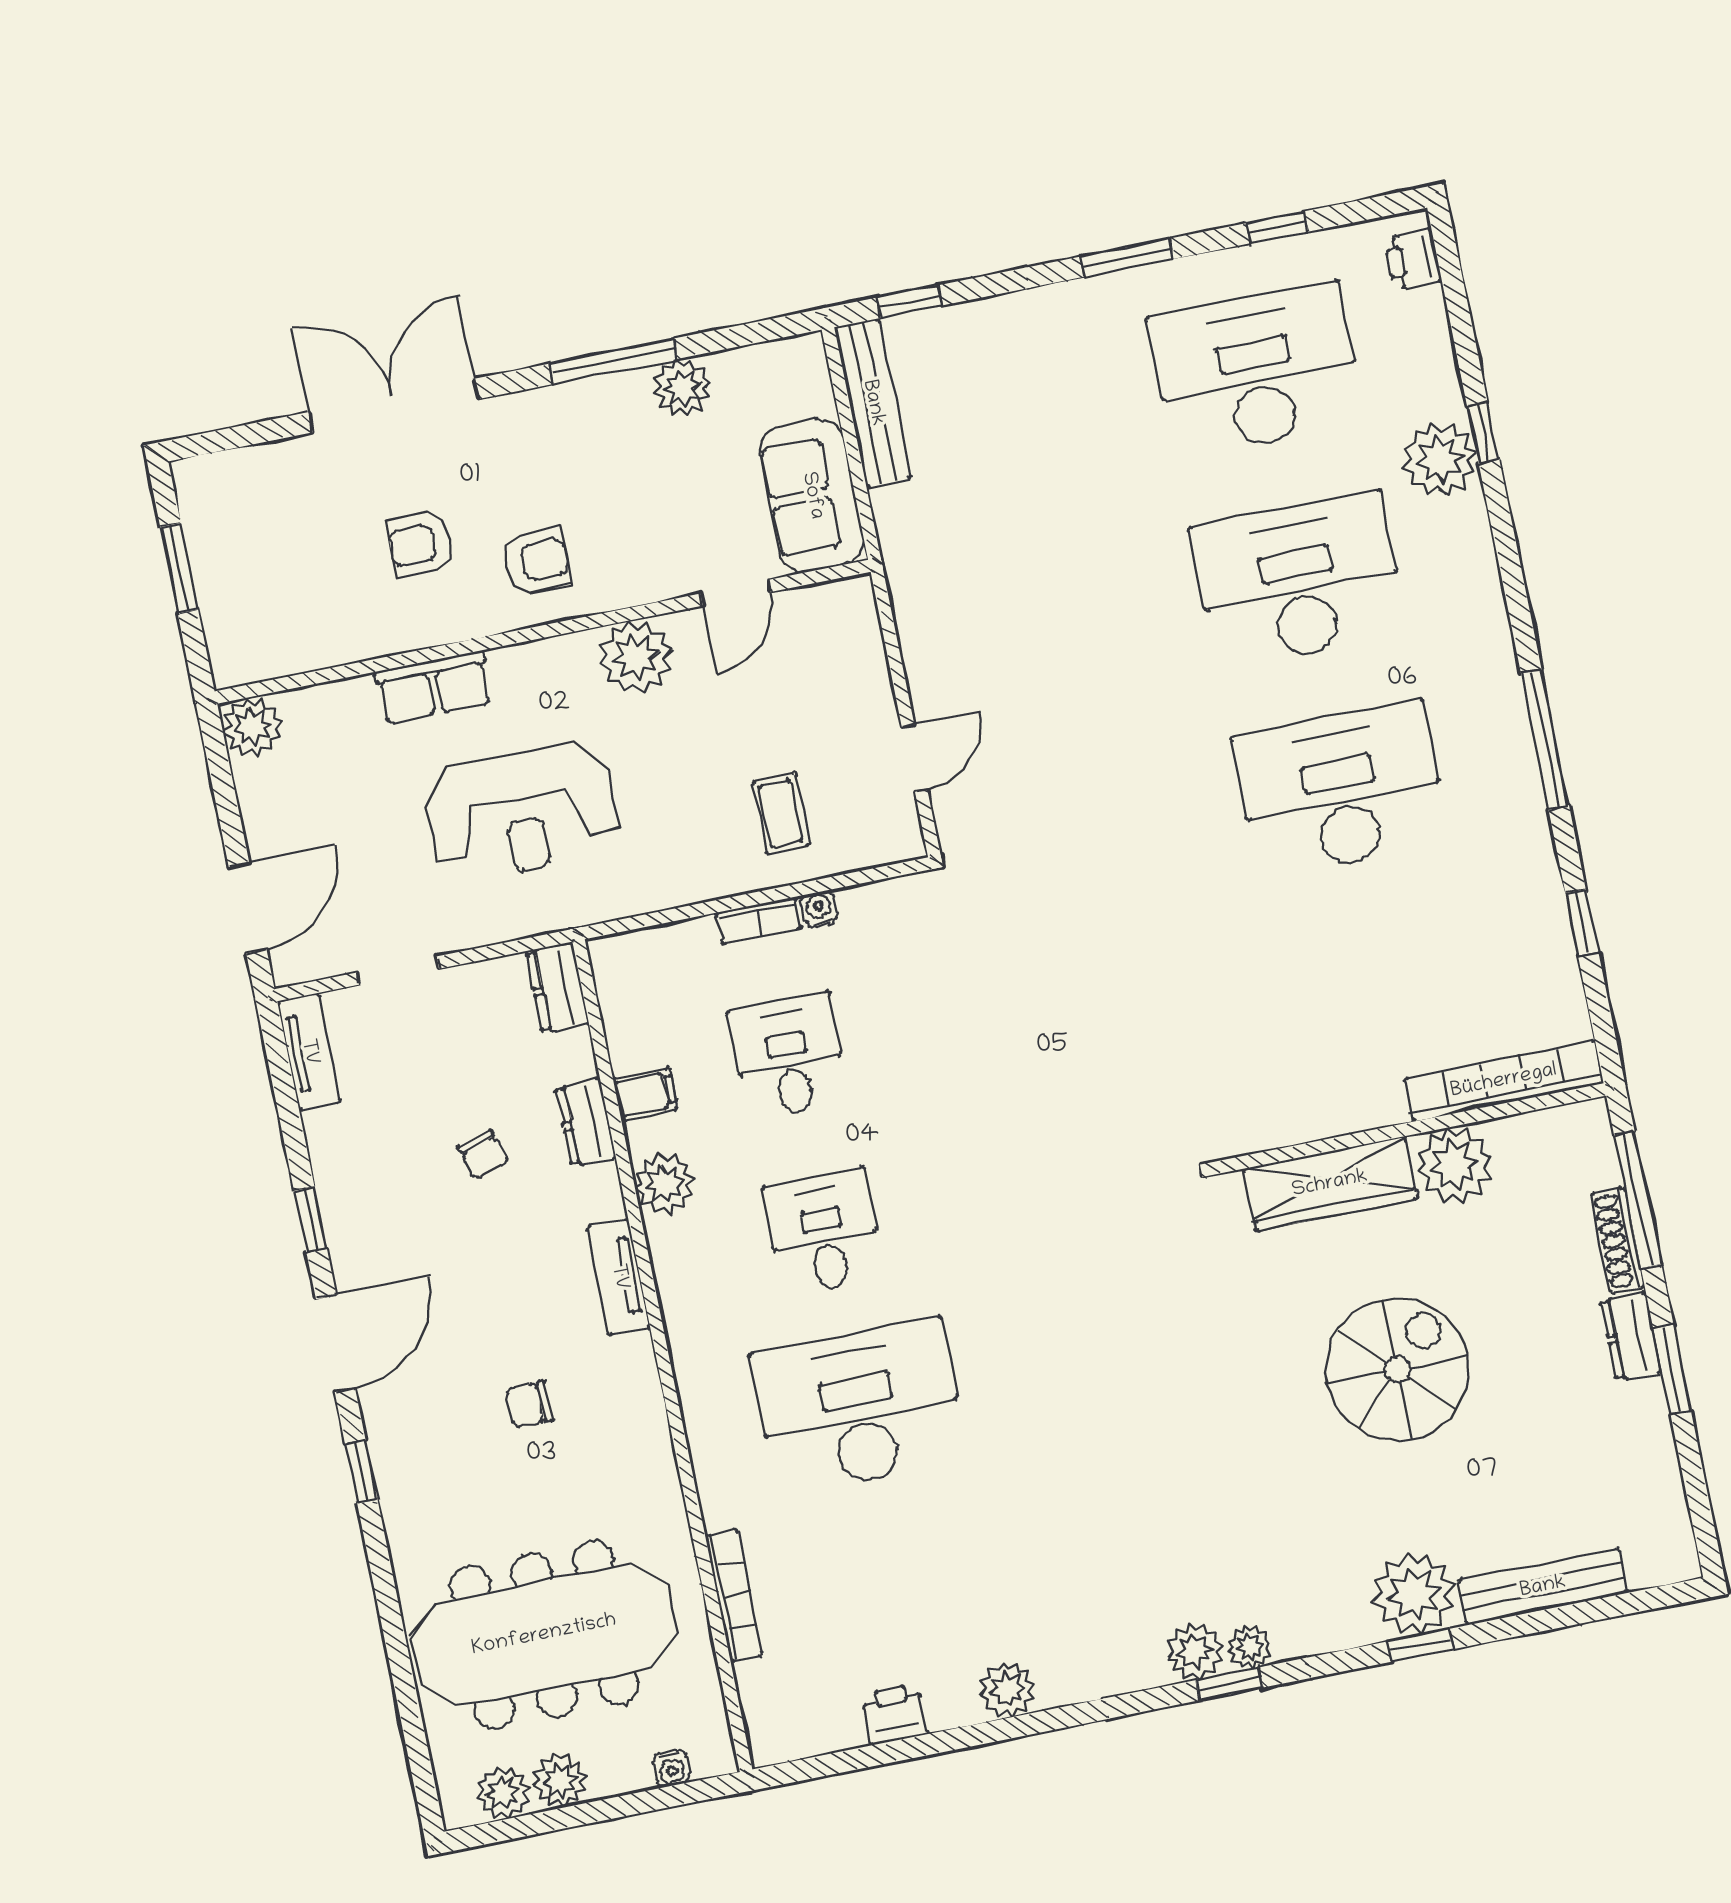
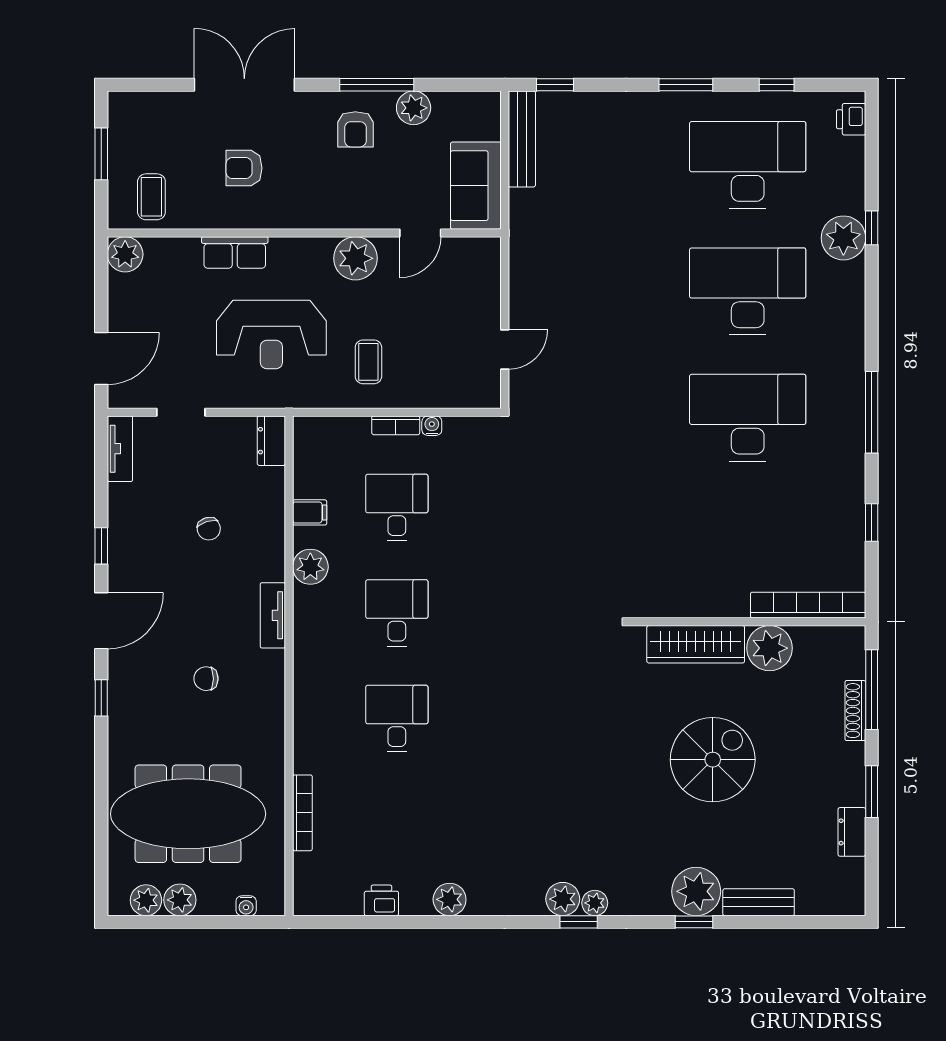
armchair: (537, 561) -> (355, 129), moved, turned 90
coffee table: (277, 623) -> (151, 197), added
coffee table: (781, 813) -> (368, 362), moved
dresser: (586, 1123) -> (272, 522), removed
dresser: (1631, 1336) -> (852, 832), moved
desk: (859, 1407) -> (397, 719), width x0.53, depth x0.77
bench: (1543, 1587) -> (759, 902), width x0.73

